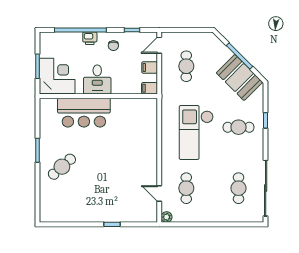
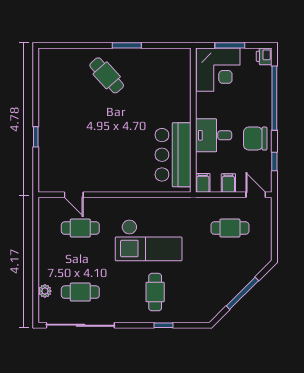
printer: (90, 38) -> (264, 56), moved
chair: (113, 46) -> (255, 139), width x1.87, depth x1.87
booth: (239, 77) -> (216, 293), removed
desk: (97, 80) -> (214, 135), moved
bar counter: (84, 113) -> (173, 155), moved
checkout: (196, 132) -> (149, 240), turned 180
door: (159, 194) -> (74, 195), swing flipped
plant: (167, 217) -> (45, 291), moved

